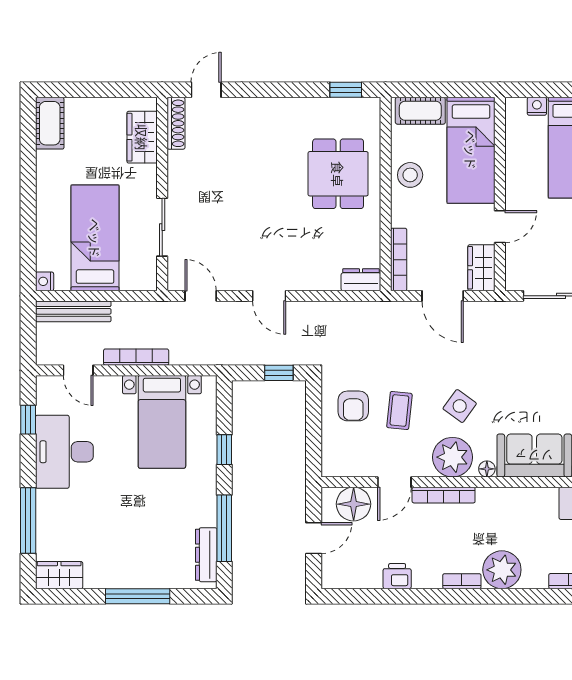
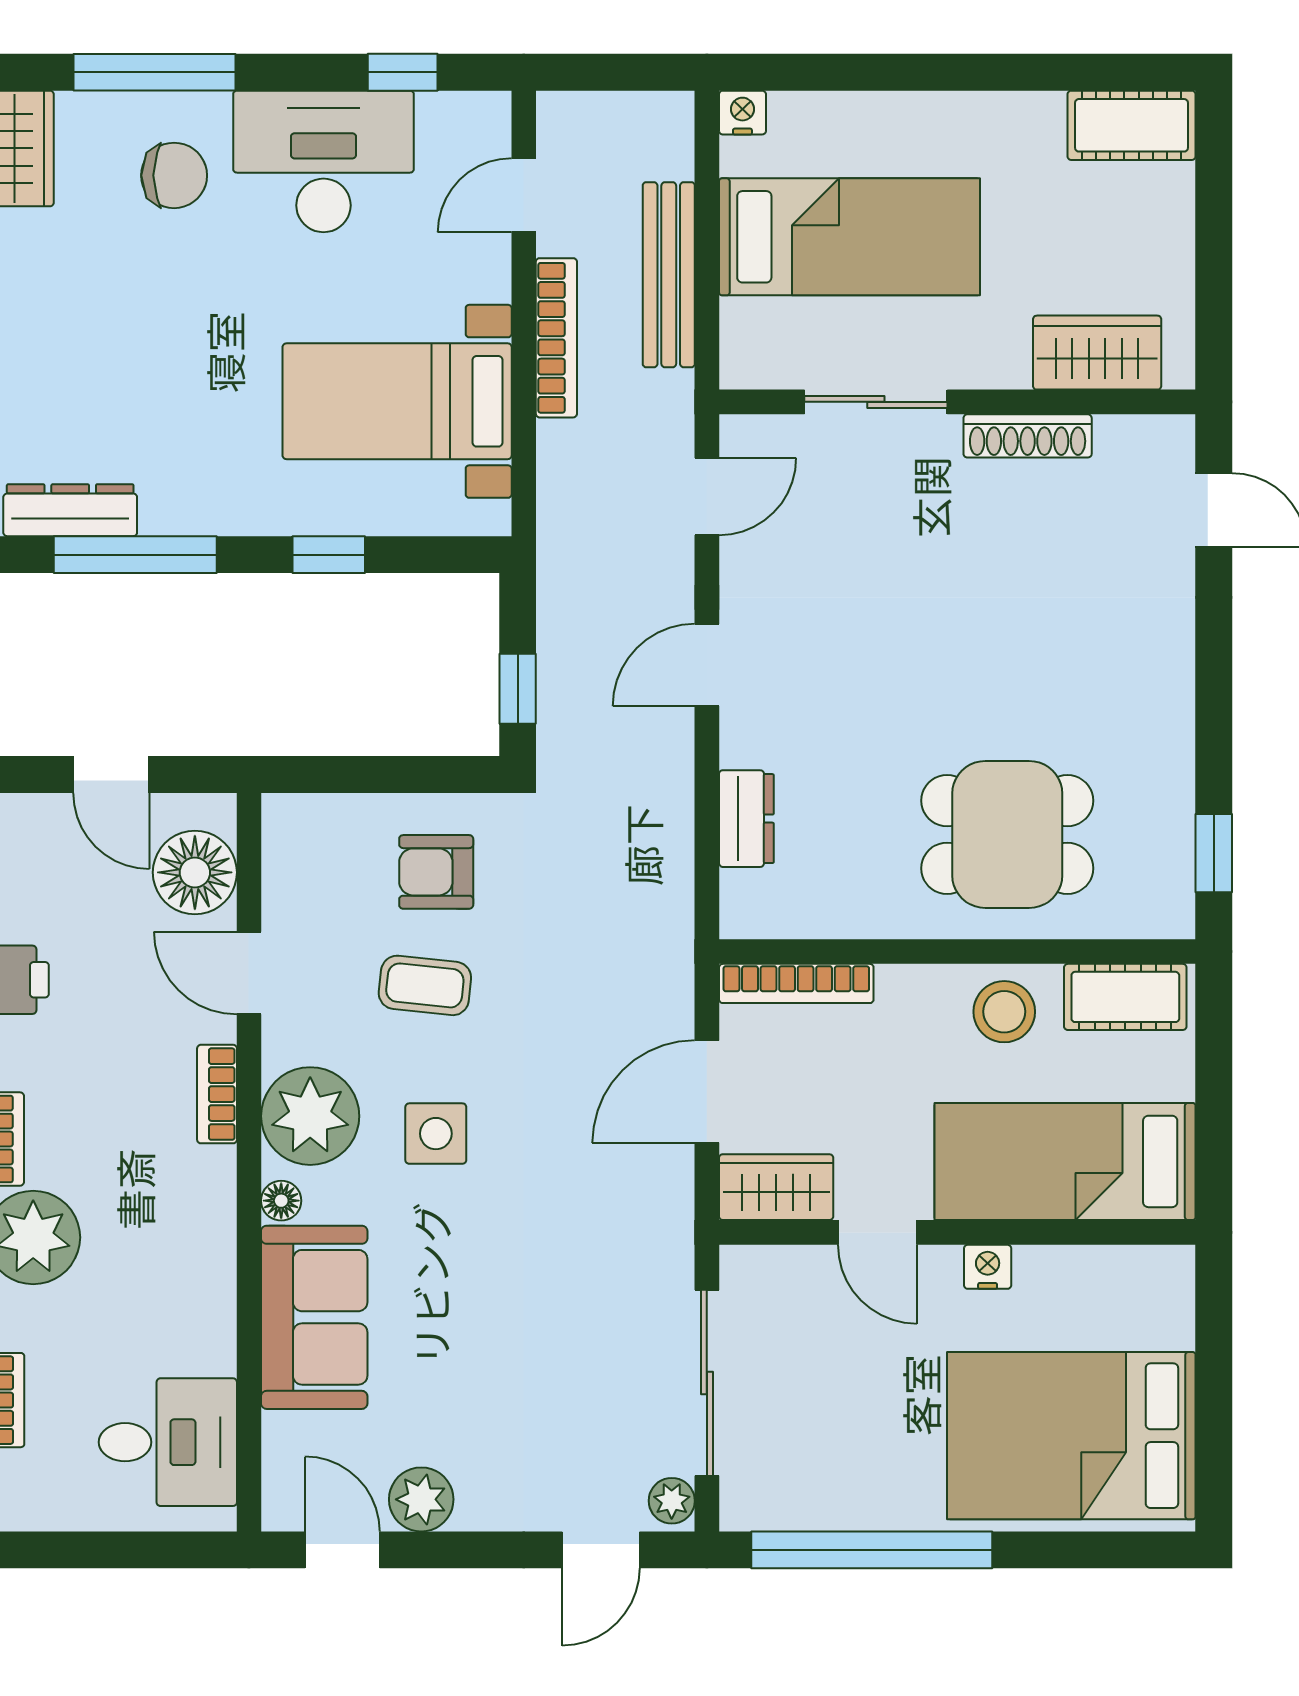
nightstand: (537, 106) -> (988, 1267), moved, turned -90
cot: (420, 111) -> (1125, 997), moved, turned 90
shoe rack: (176, 123) -> (1028, 436), moved
dresser: (361, 280) -> (746, 819), moved
bench: (73, 311) -> (669, 275), moved
side table: (460, 406) -> (436, 1134), turned -36
bookcase: (444, 495) -> (217, 1094), width x0.64
chair: (70, 512) -> (174, 175), added

